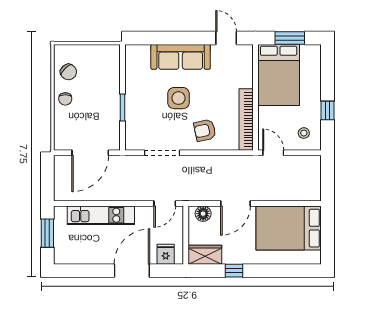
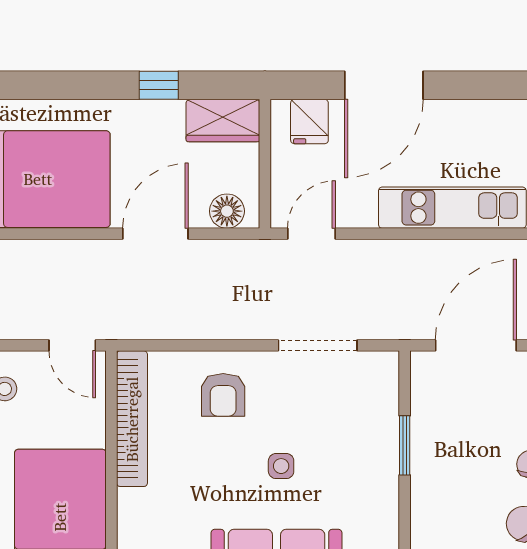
side table: (179, 98) -> (281, 466), width x0.54, depth x0.54
armchair: (205, 130) -> (223, 395), turned 102

